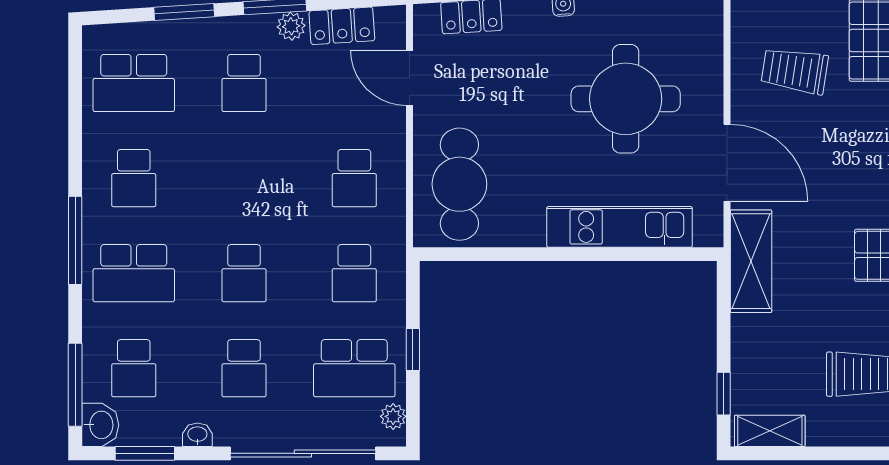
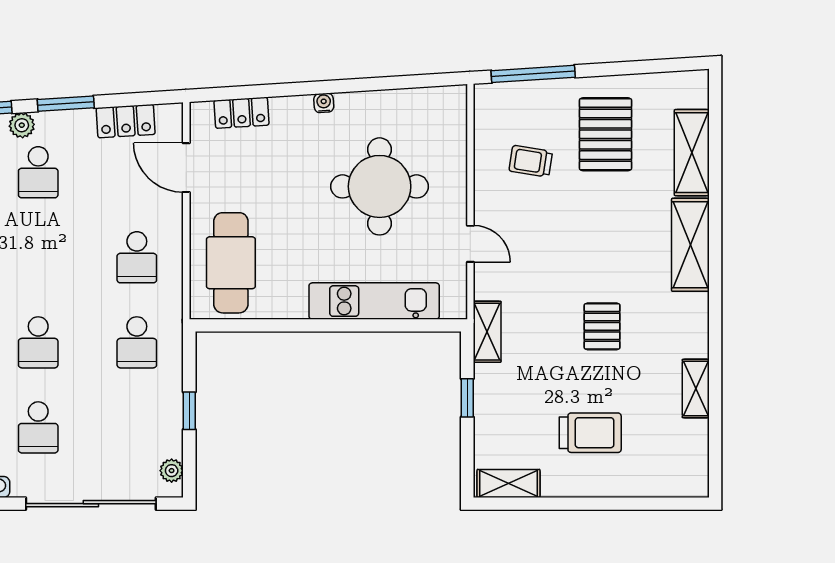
plant: (291, 26) -> (22, 125), moved
trolley: (795, 71) -> (531, 161), width x0.73, depth x0.72
door: (727, 163) -> (470, 244), width x0.53
shelving: (751, 261) -> (487, 332), width x0.67, depth x0.75
school desk: (354, 368) -> (137, 427), removed
window: (724, 394) -> (467, 398), moved

